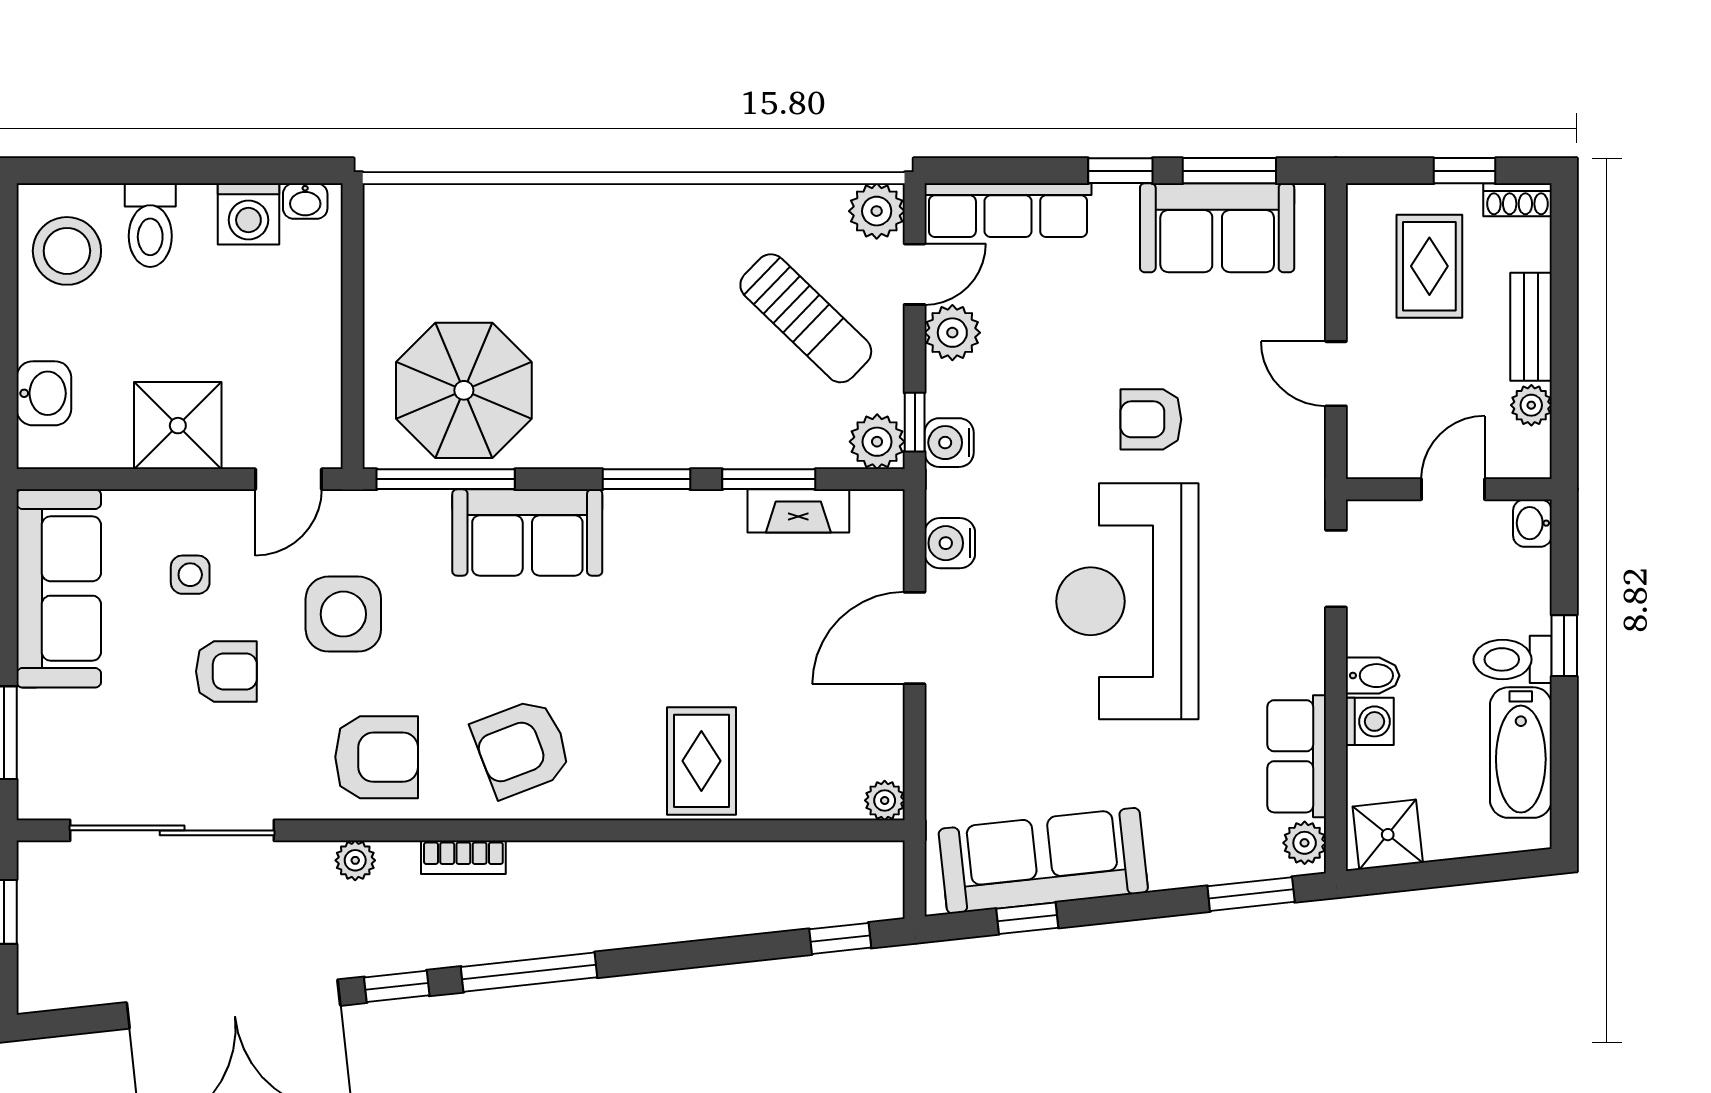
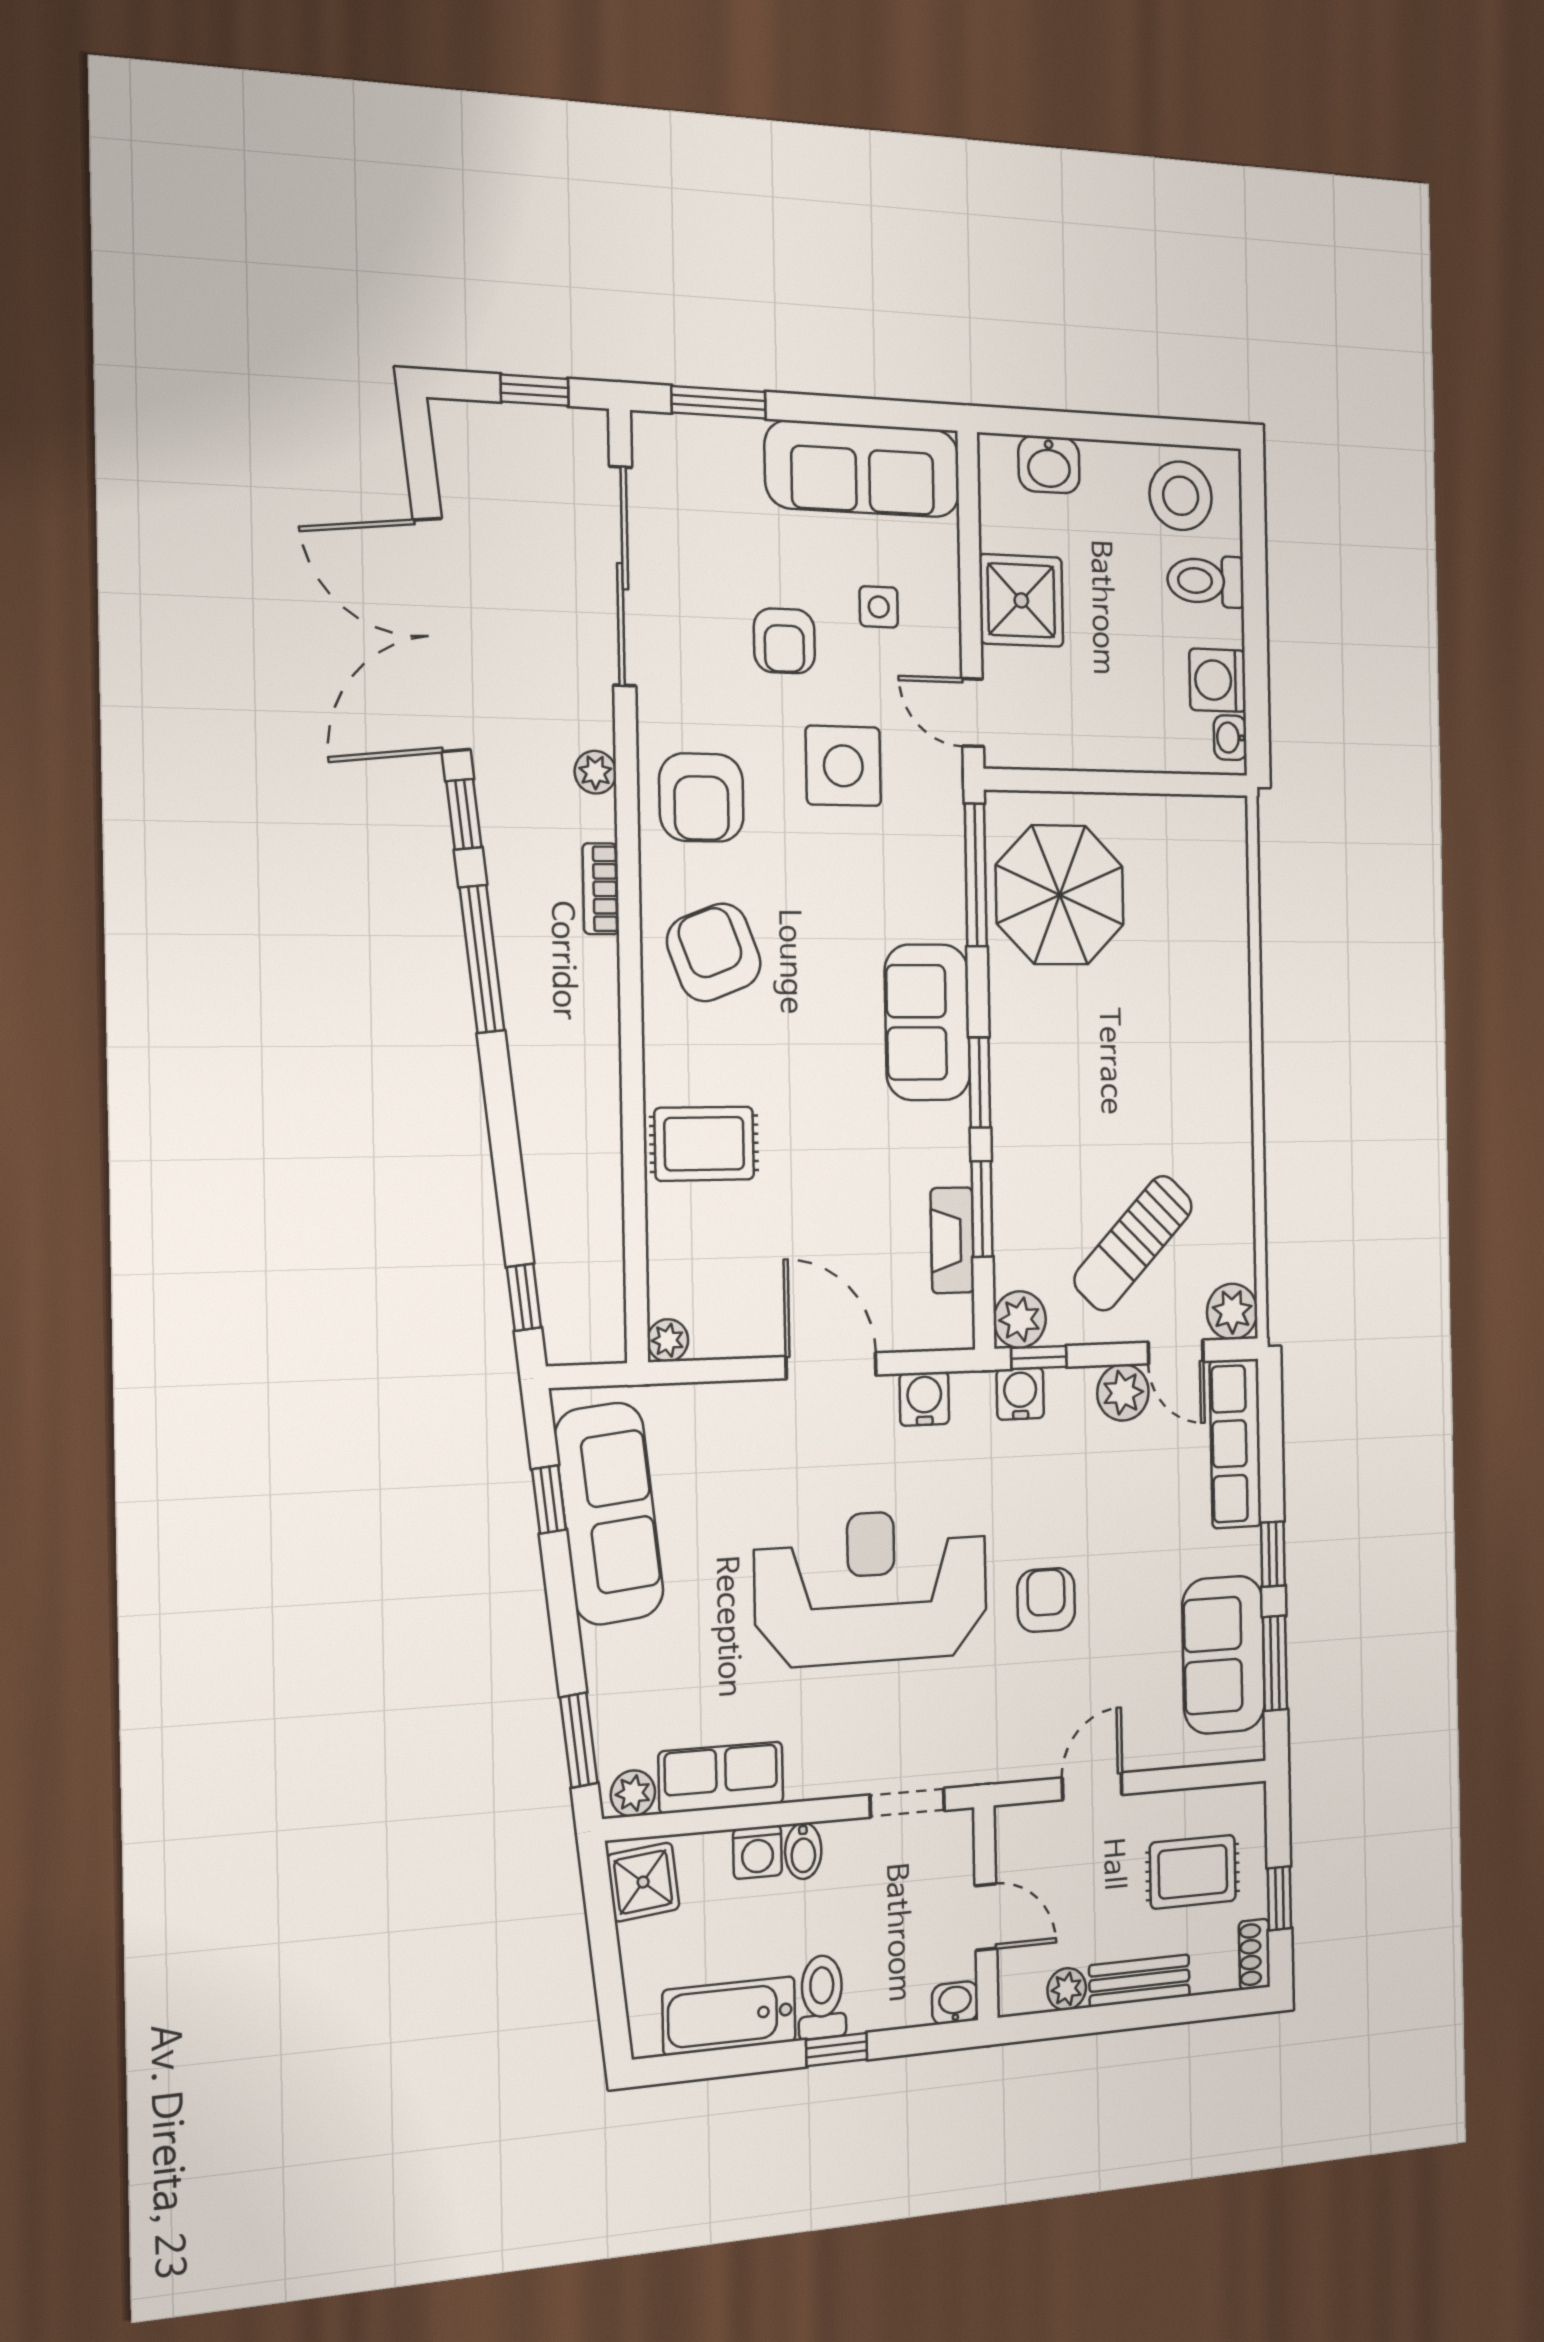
sofa: (527, 533) -> (927, 1022), moved

